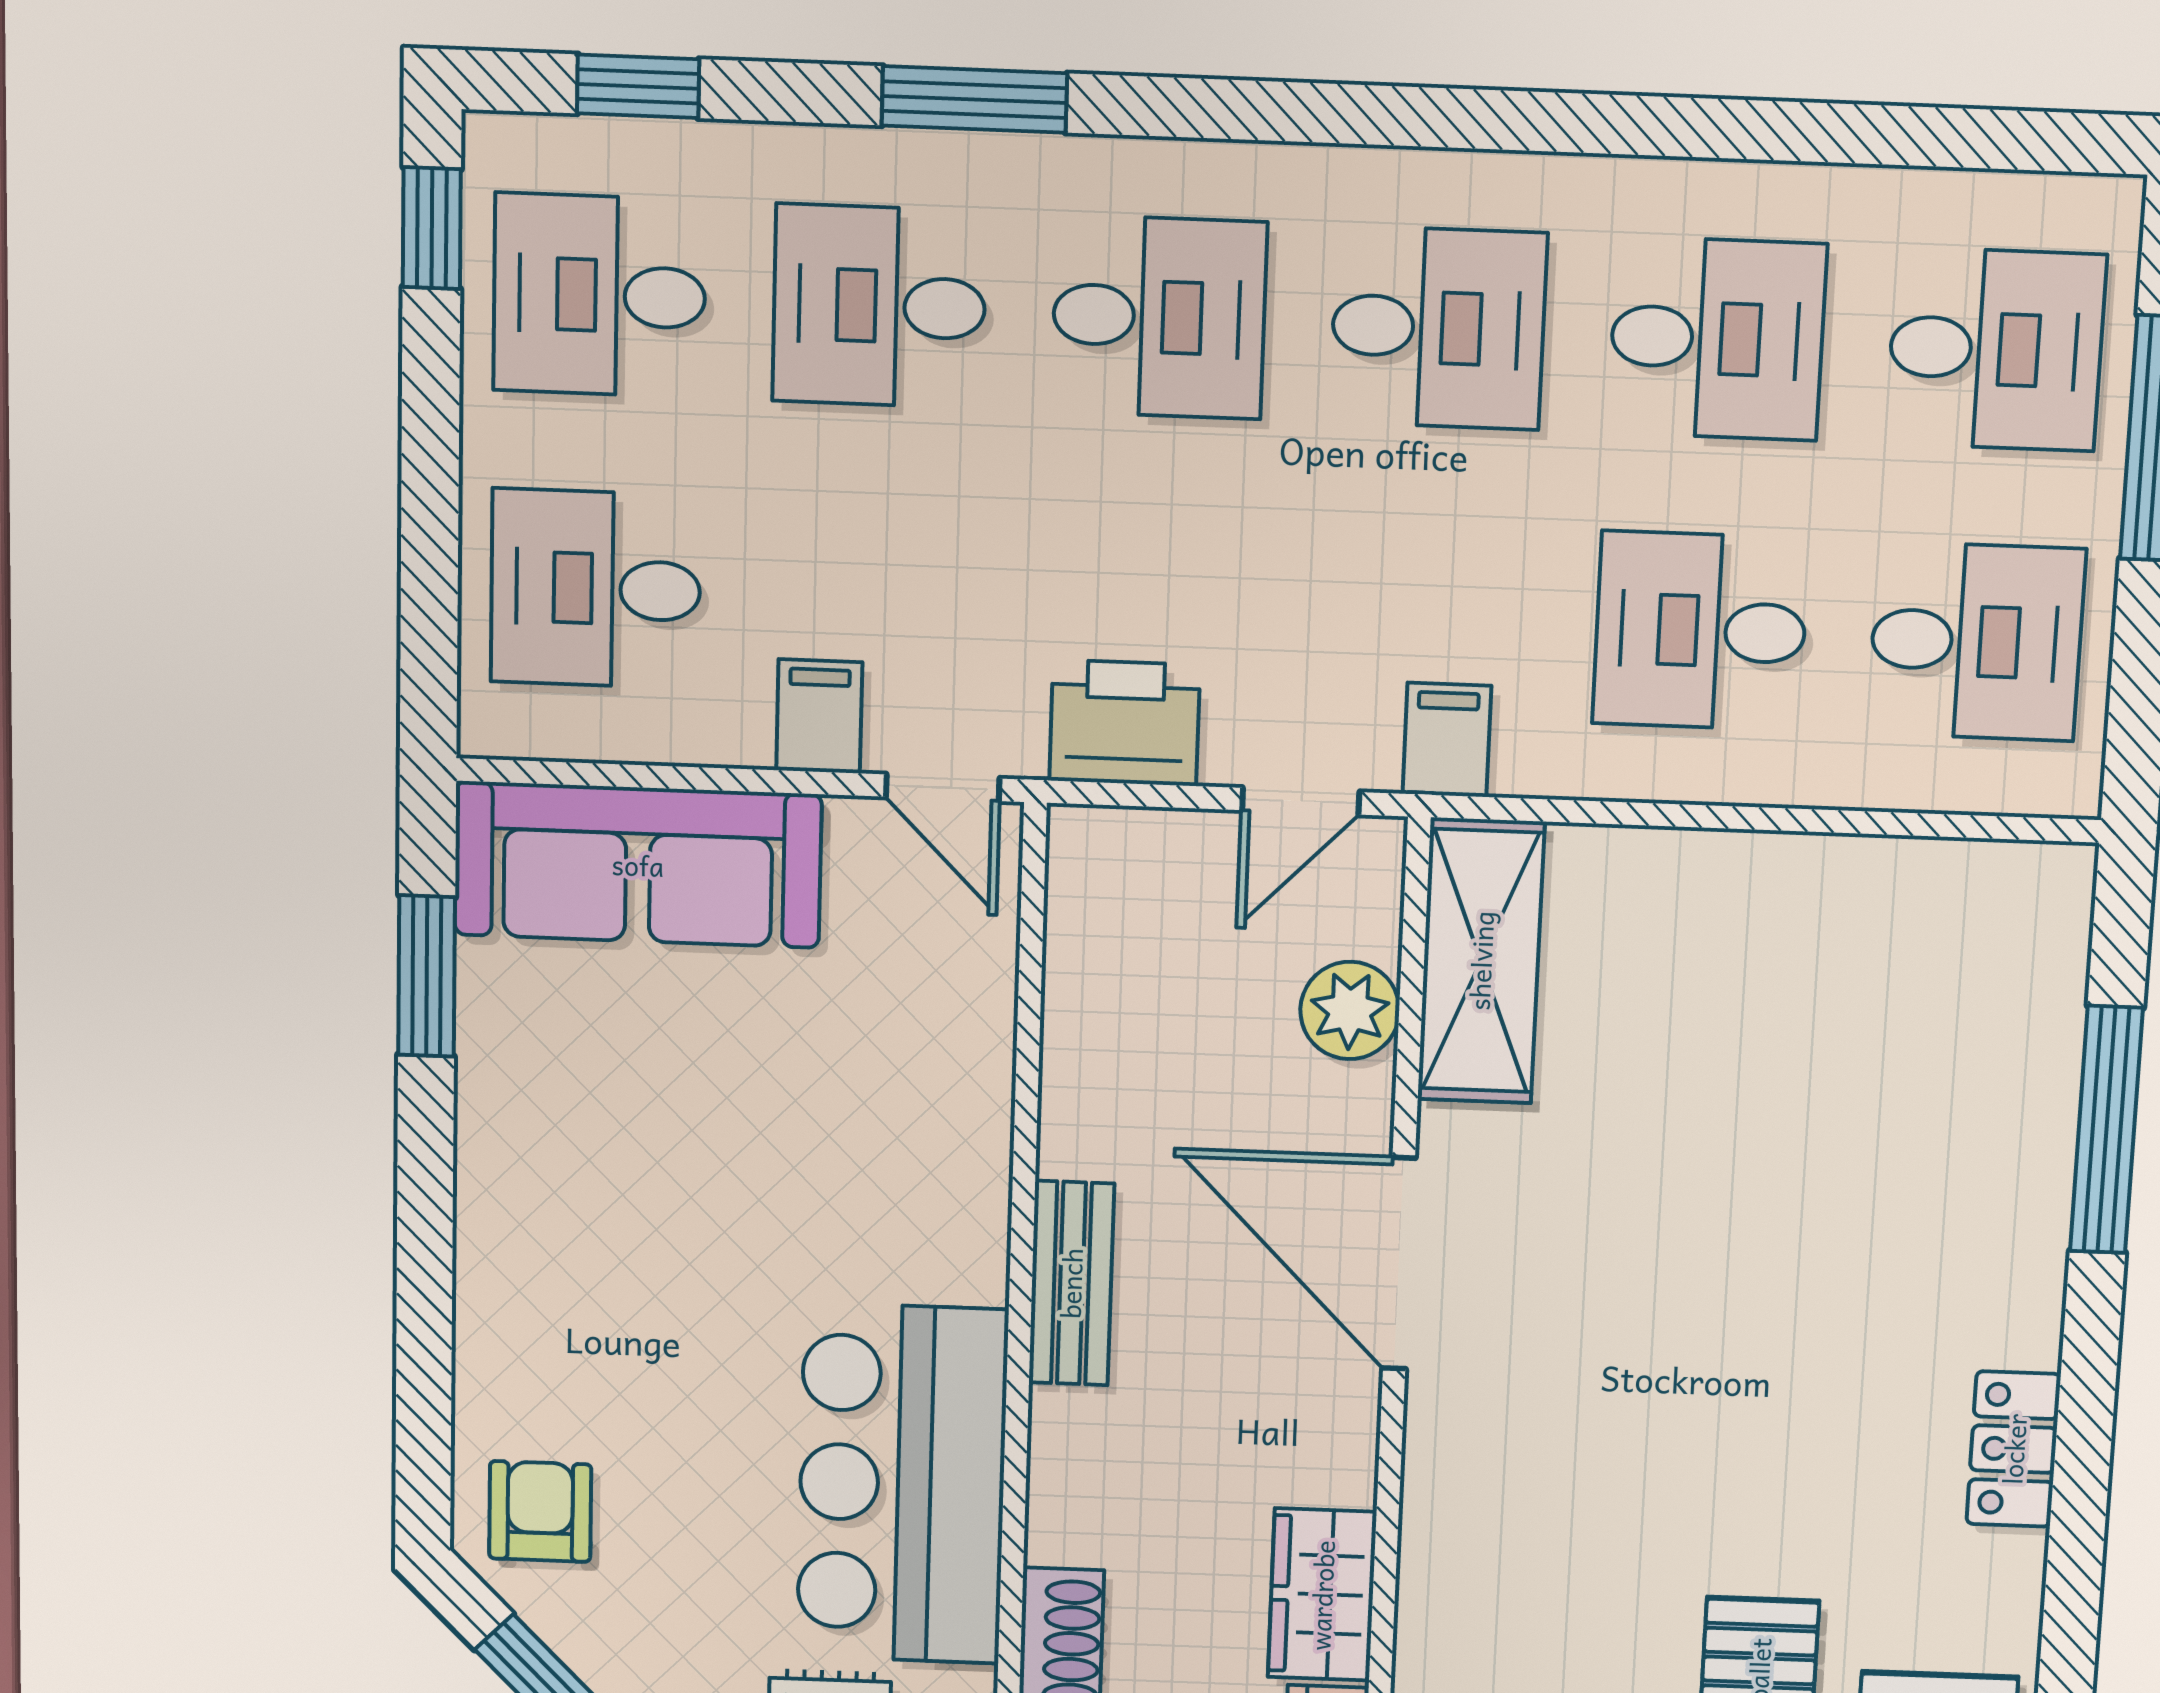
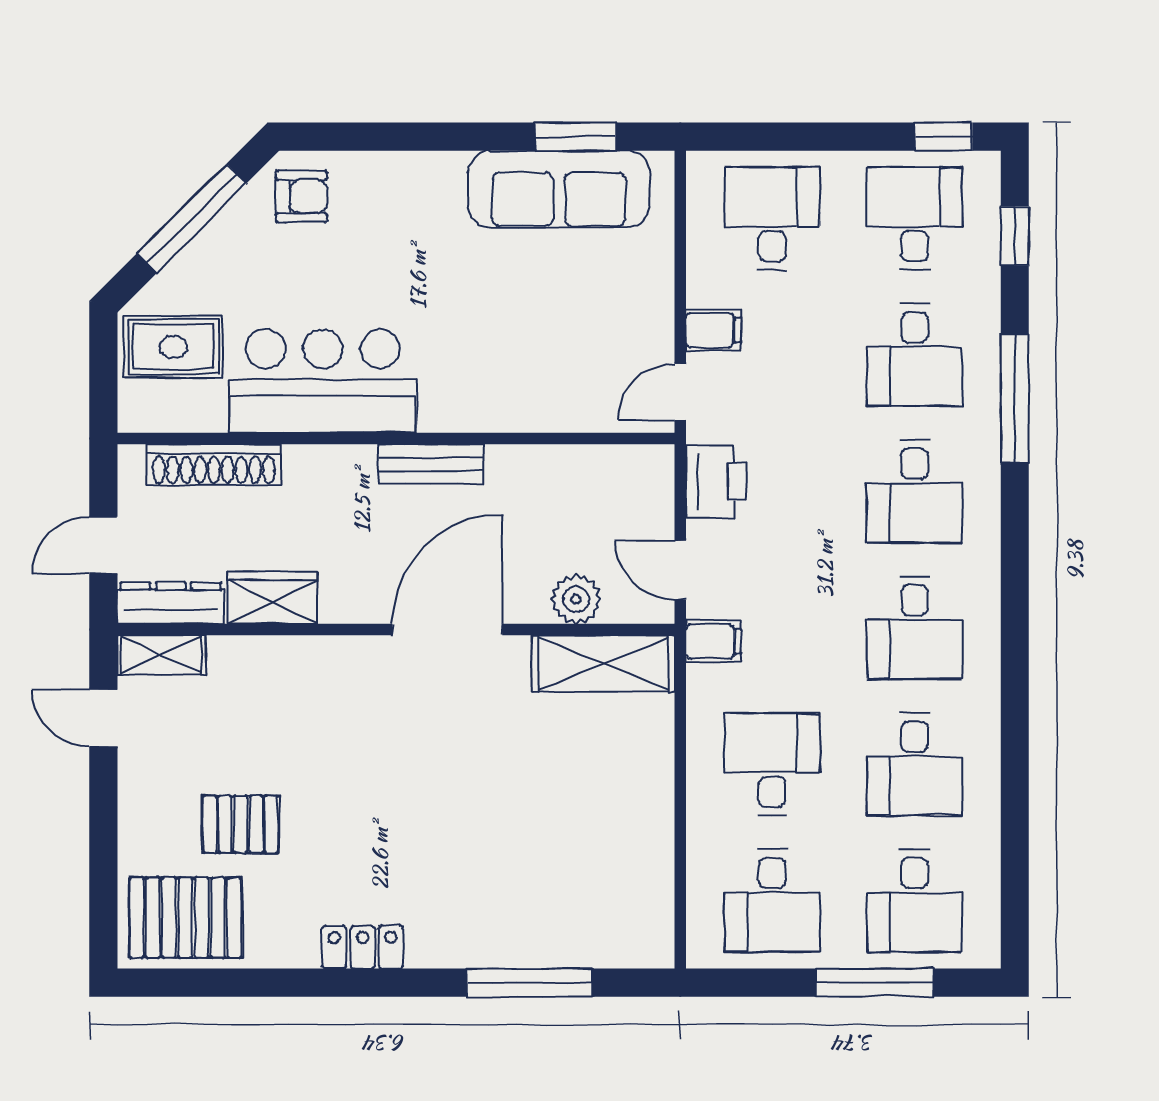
window: (974, 99) -> (1015, 399), width x1.44
desk: (879, 306) -> (915, 355), turned 180
sofa: (638, 865) -> (559, 189), moved, turned -90

